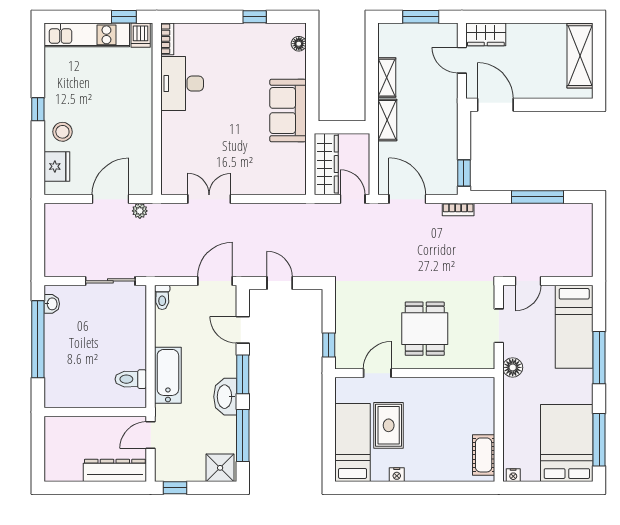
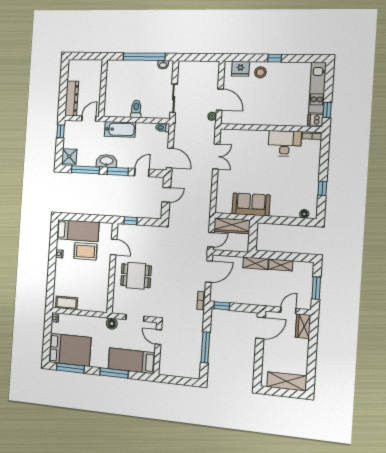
sofa: (288, 110) -> (251, 204), moved
toilet: (131, 379) -> (136, 109), moved
door: (151, 435) -> (89, 119), hinge flipped

